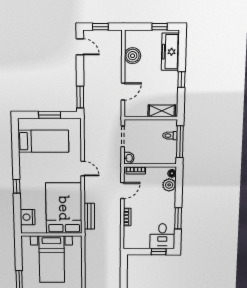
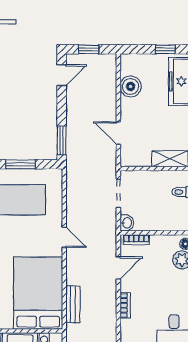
door: (80, 47) -> (62, 75), hinge flipped
door: (123, 91) -> (118, 133), swing flipped

